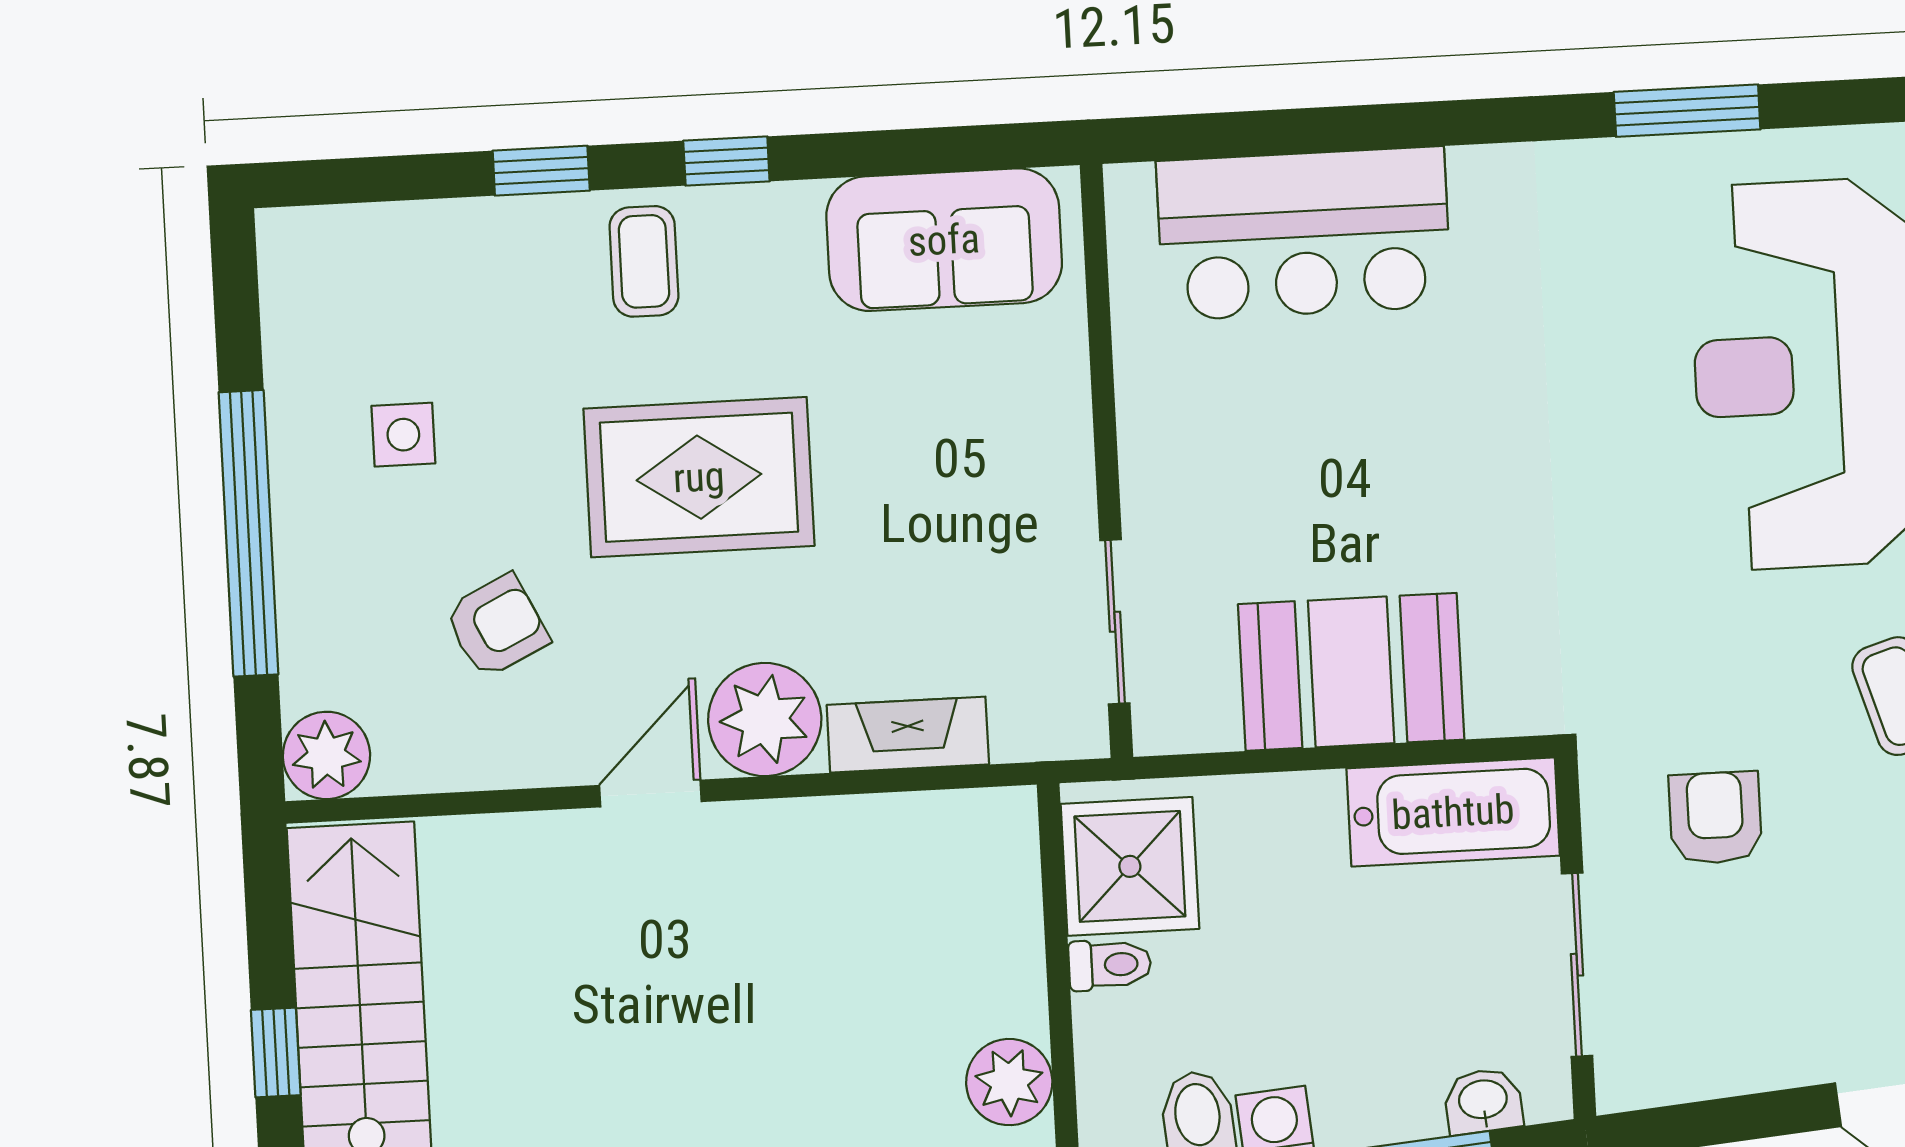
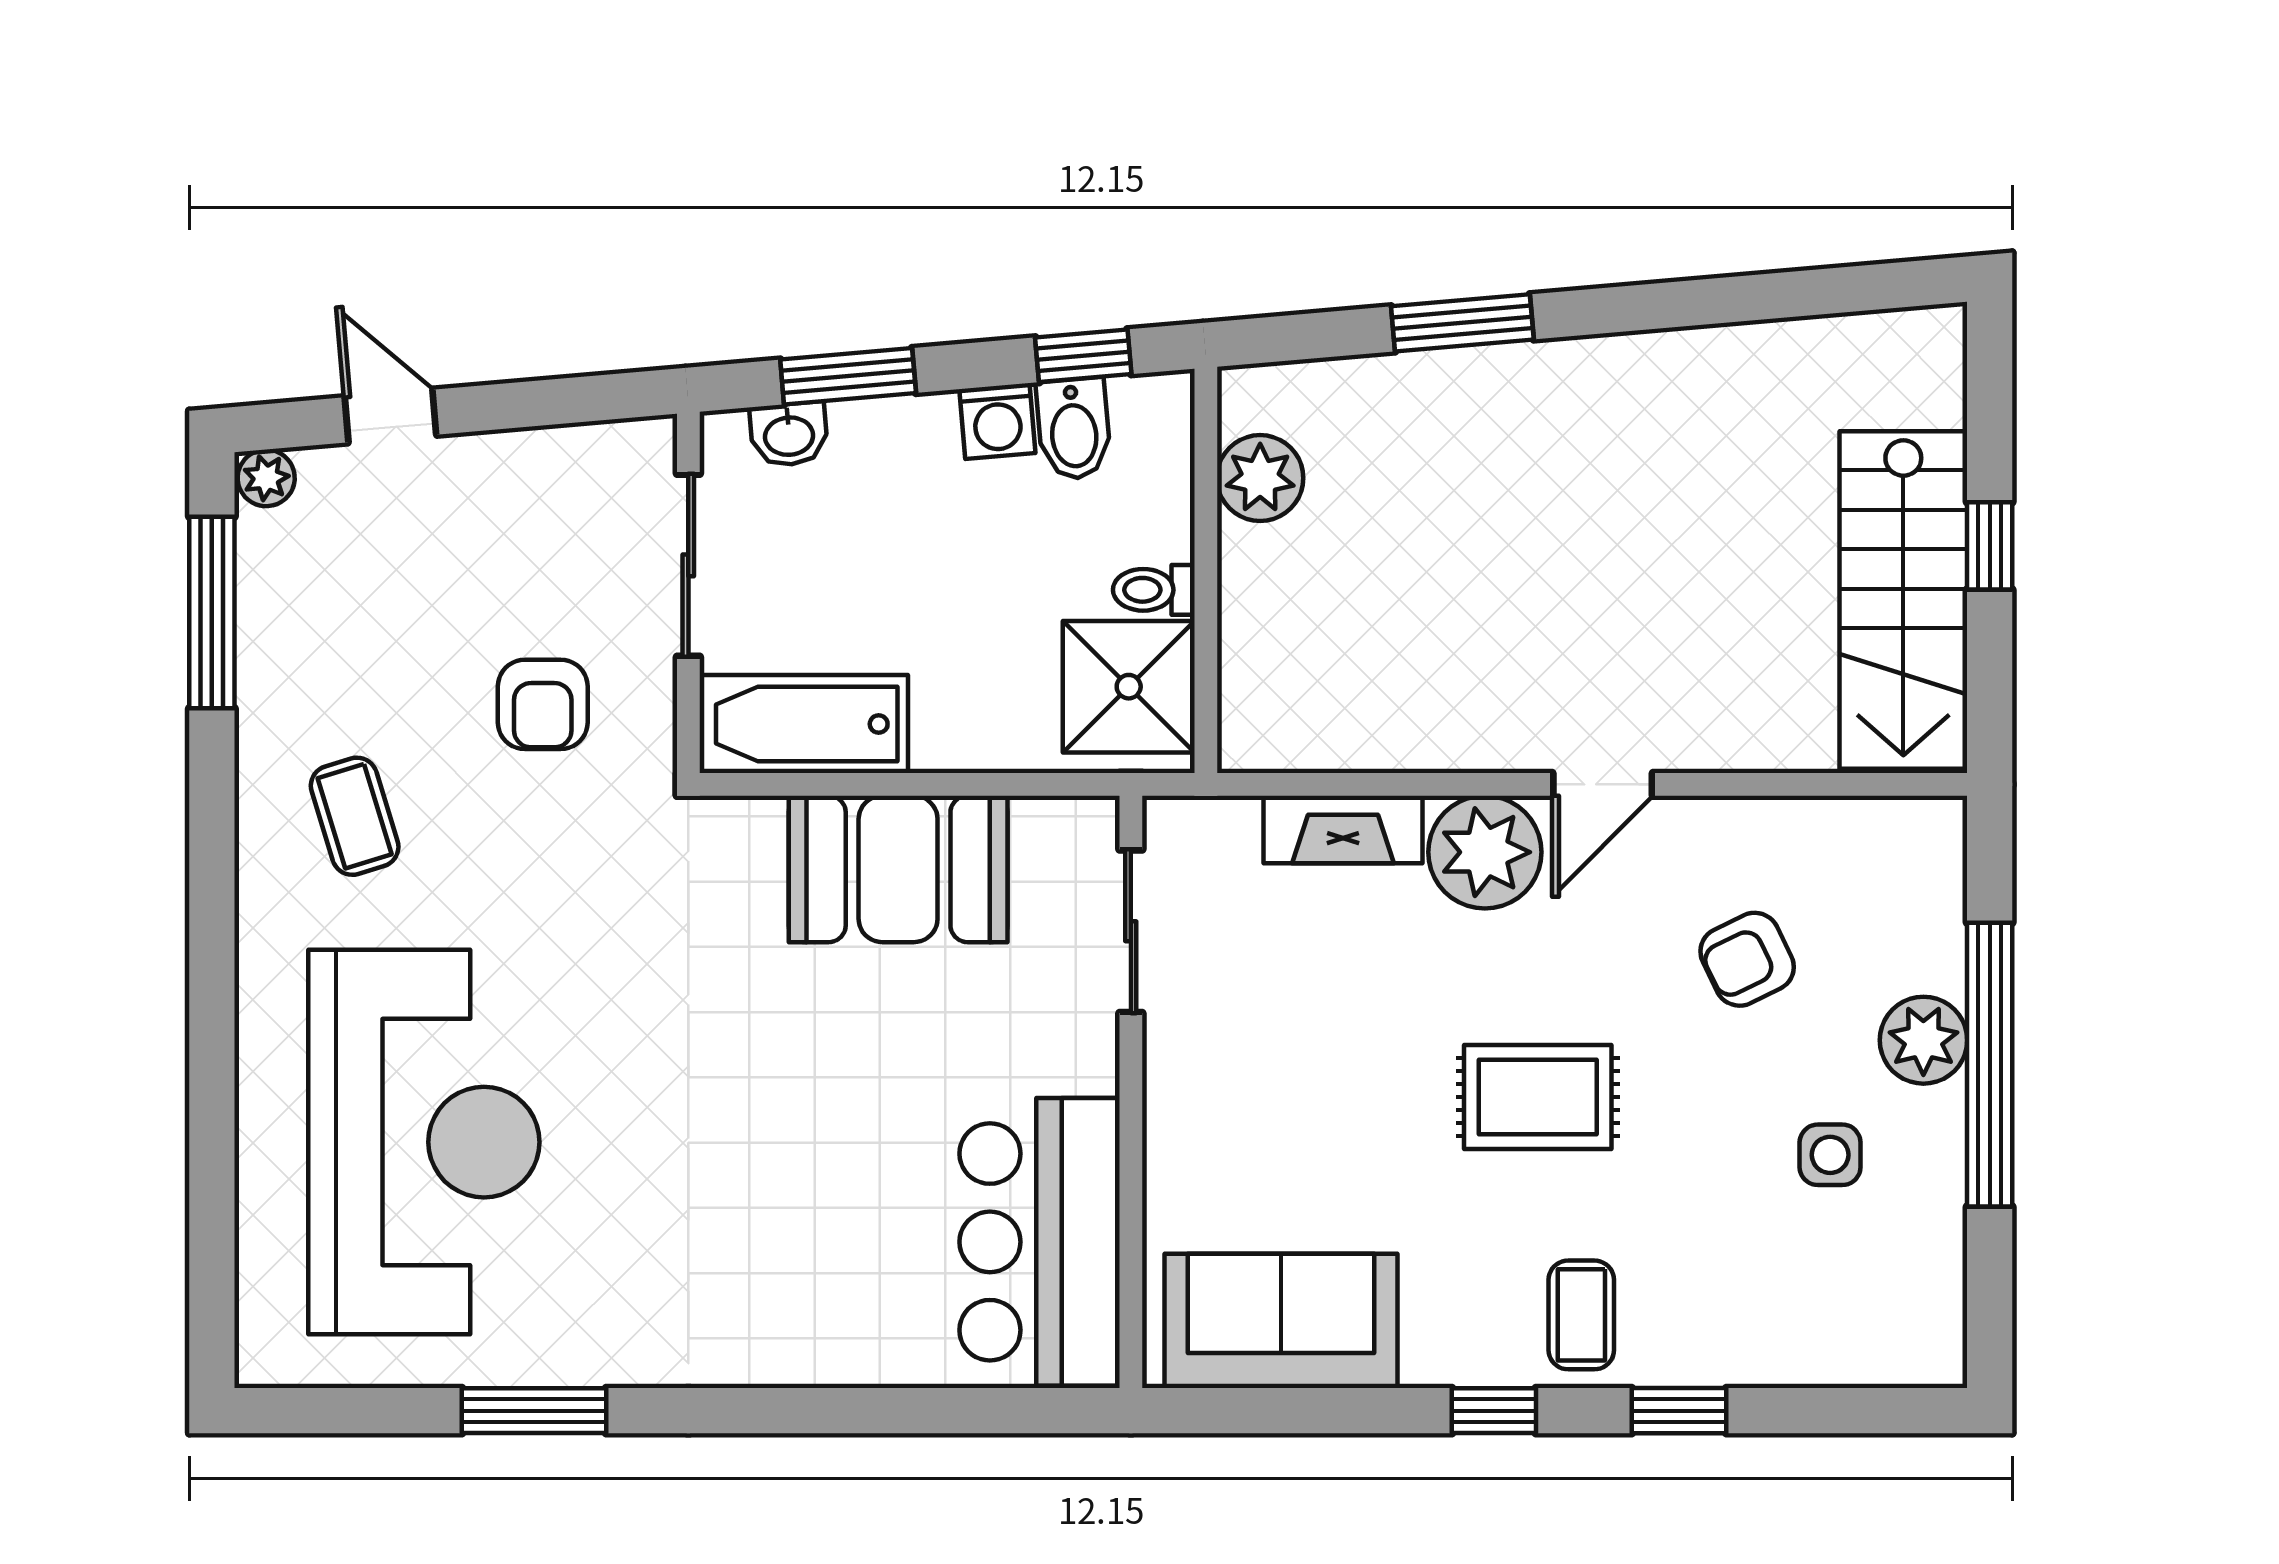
bar counter: (1304, 234) -> (1040, 1242), moved, turned -90
rug: (699, 477) -> (1538, 1097), width x0.73, depth x0.70
plant: (326, 755) -> (1923, 1040), moved

